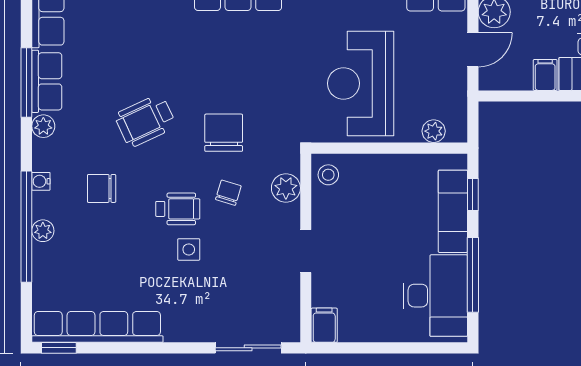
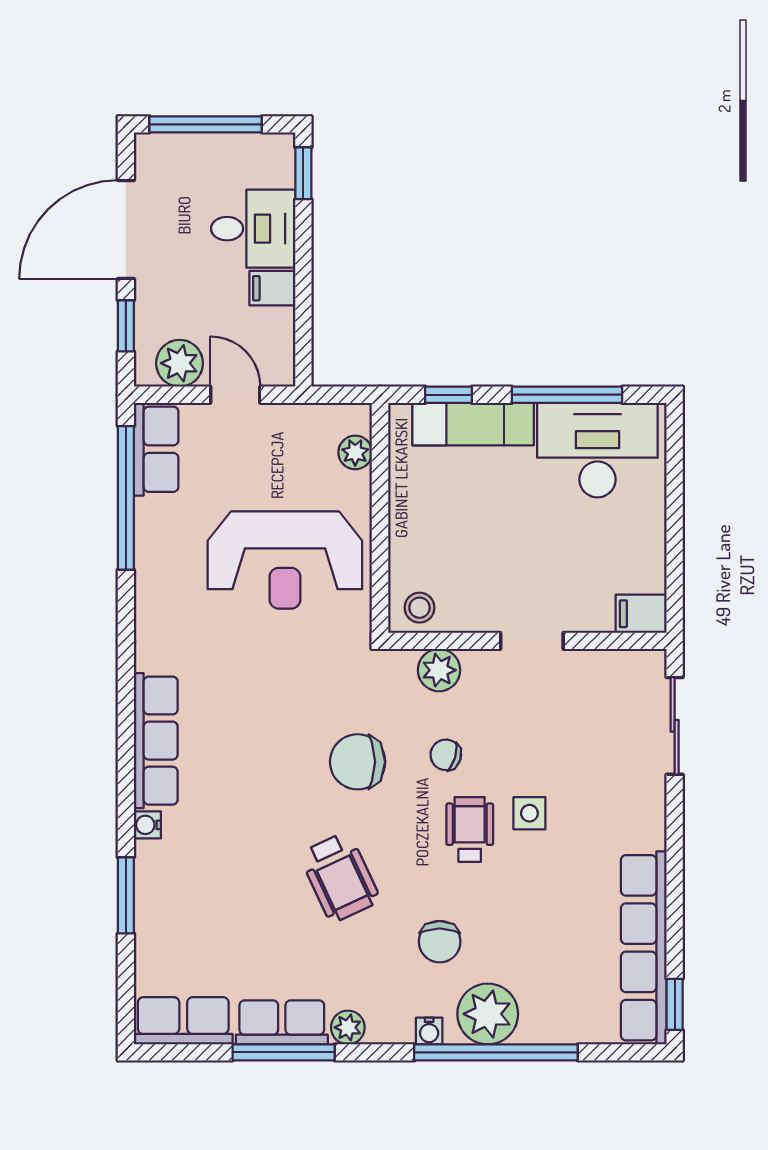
plant: (43, 231) -> (488, 1014), width x1.88, depth x1.88

